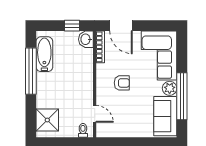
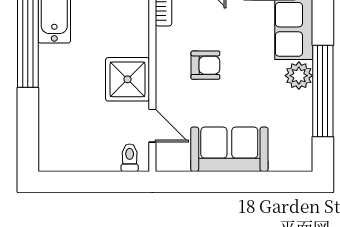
sofa: (165, 116) -> (229, 149), moved, turned 90
shower: (47, 120) -> (128, 79), moved

